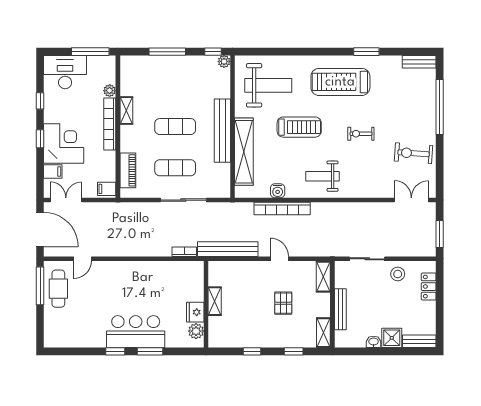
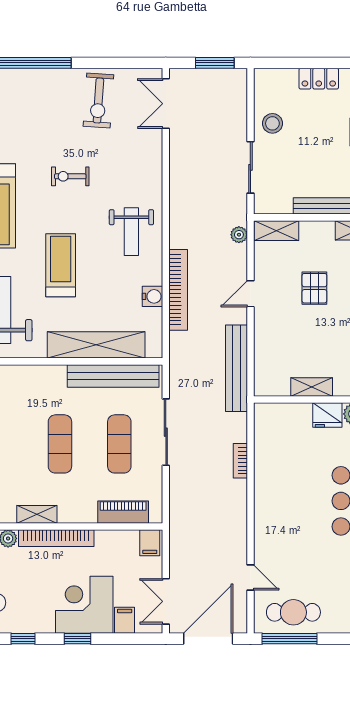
bench: (222, 131) -> (113, 376), moved
exercise bike: (361, 134) -> (70, 176), turned 90
plant: (320, 251) -> (239, 235), added
bookcase: (184, 252) -> (240, 461), moved
locker: (429, 287) -> (319, 79), moved
pallet: (283, 303) -> (314, 288), turned 90

